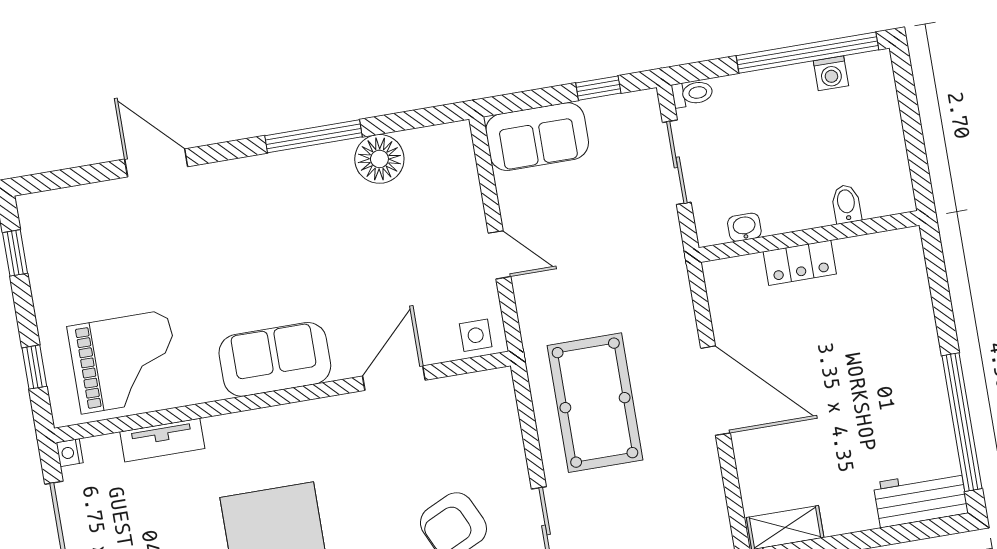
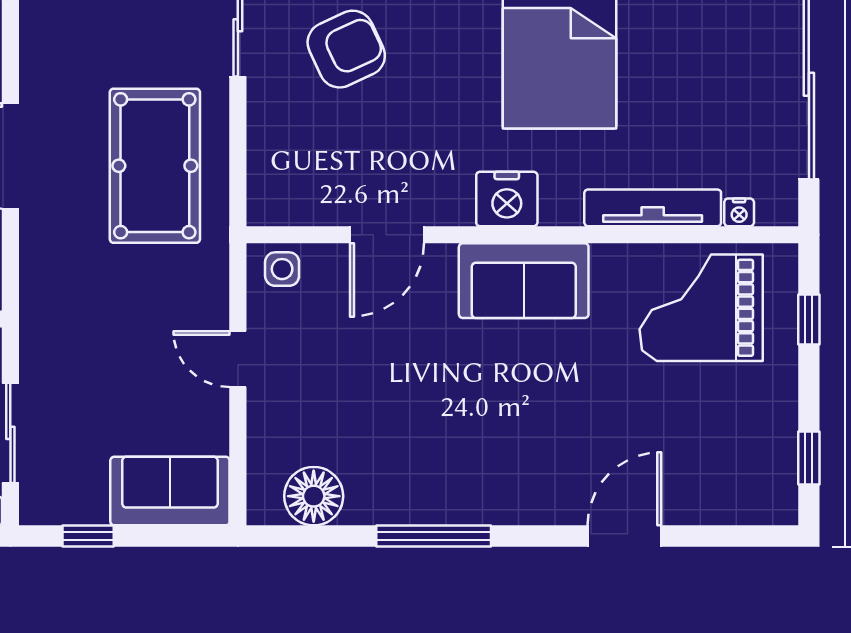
floor lamp: (379, 159) -> (314, 496), moved
door: (156, 163) -> (624, 536), swing flipped
nightstand: (300, 424) -> (507, 199), added
tv unit: (162, 440) -> (653, 208), width x1.41
nightstand: (70, 453) -> (739, 212), moved, turned 90

